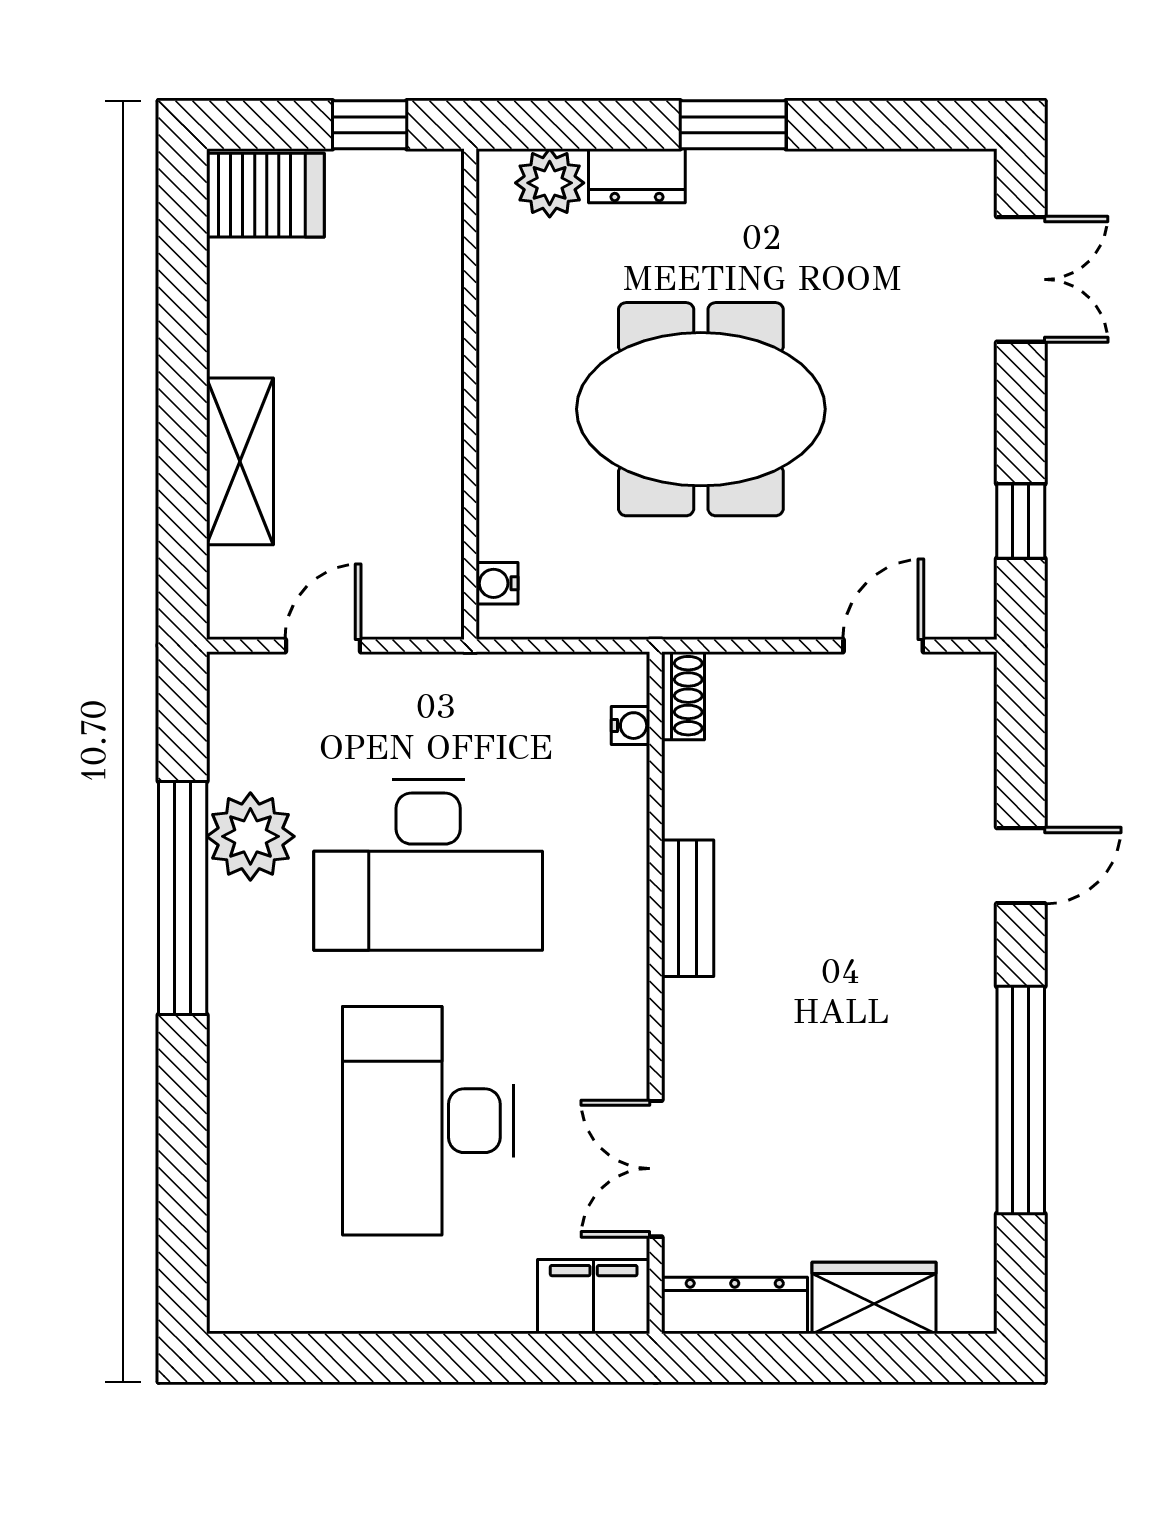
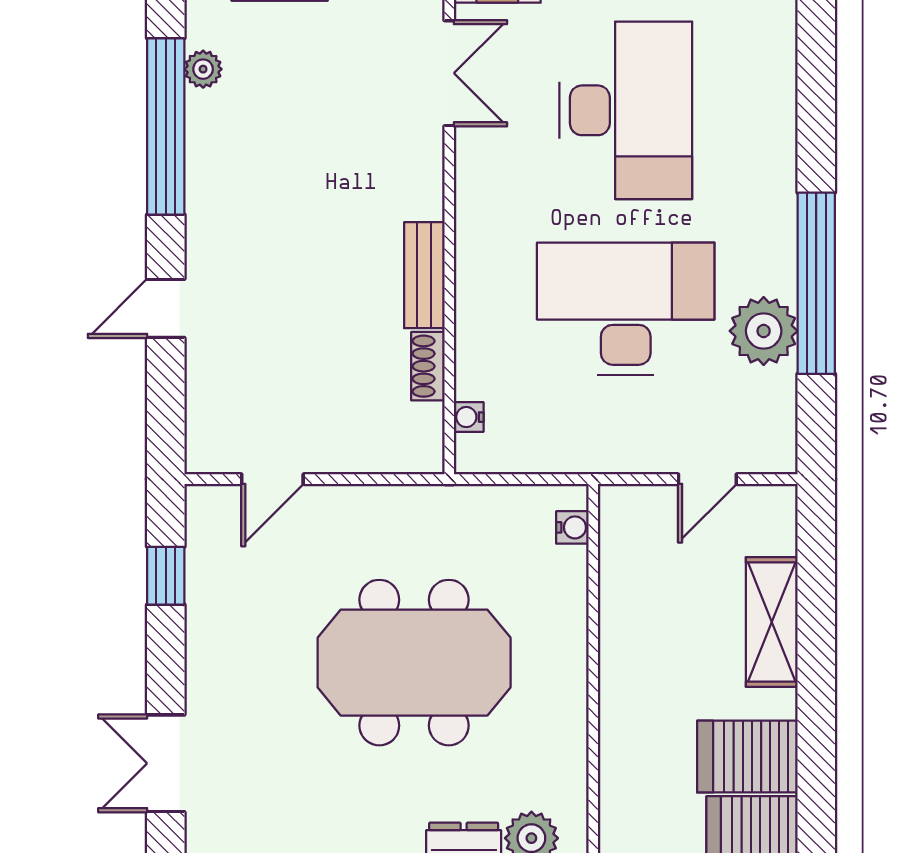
server rack: (271, 288) -> (747, 757), added
shoe rack: (683, 696) -> (428, 366), moved
plant: (973, 1174) -> (203, 69), added

